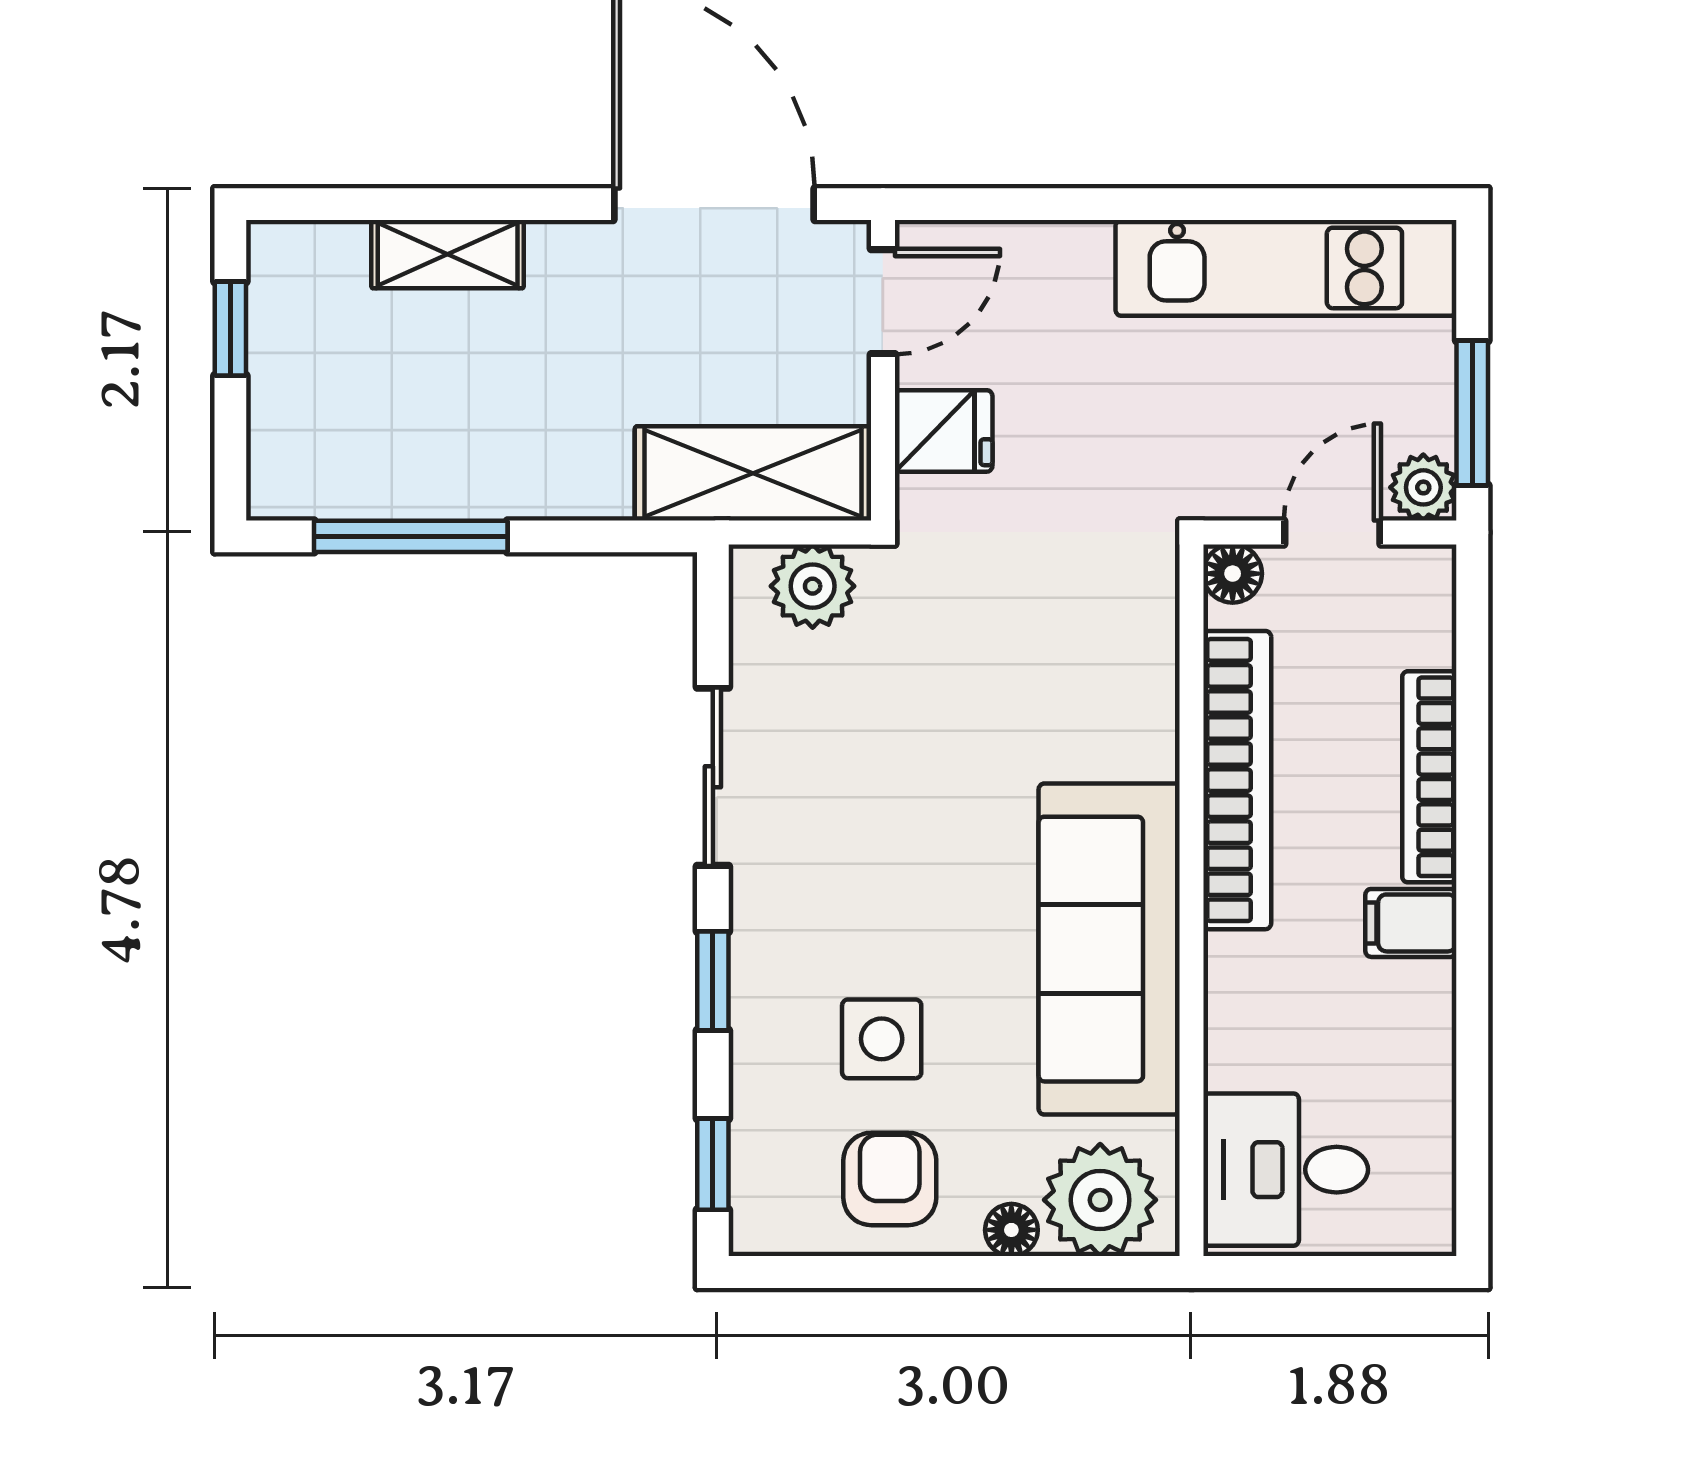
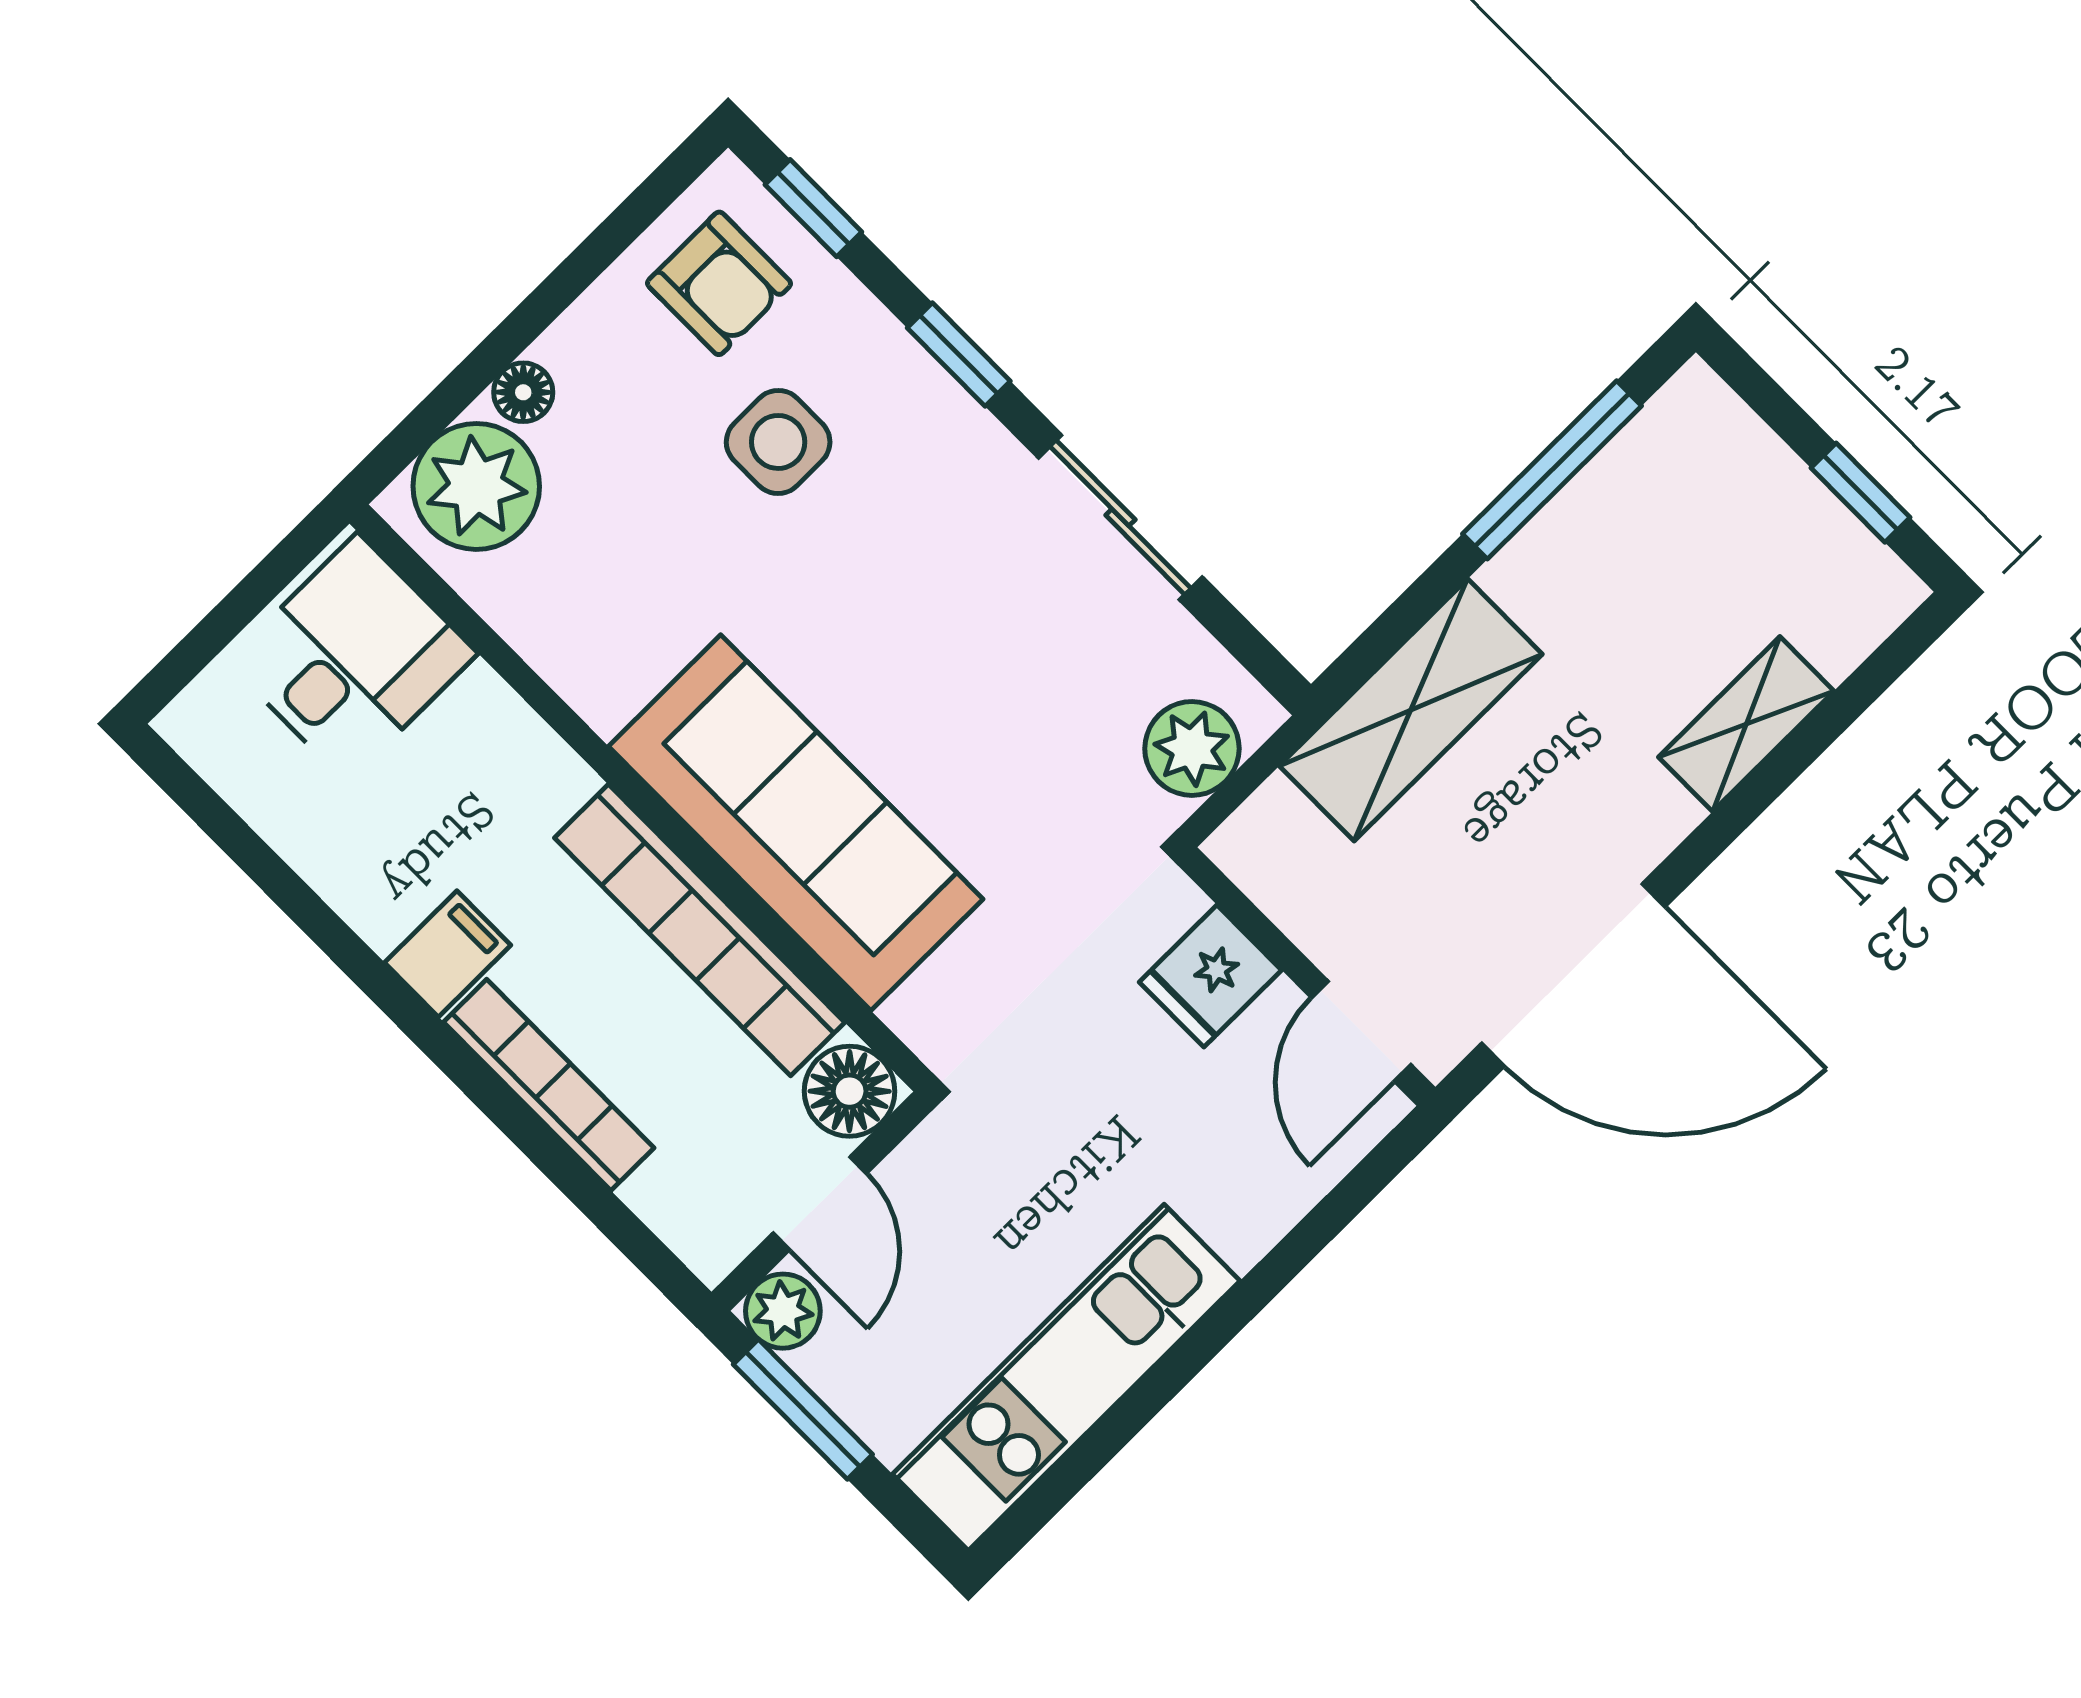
shelving: (753, 473) -> (1411, 710), moved
floor lamp: (1233, 574) -> (850, 1091), width x1.37, depth x1.37
sofa: (1109, 949) -> (796, 823), moved
armchair: (890, 1179) -> (719, 283), moved

